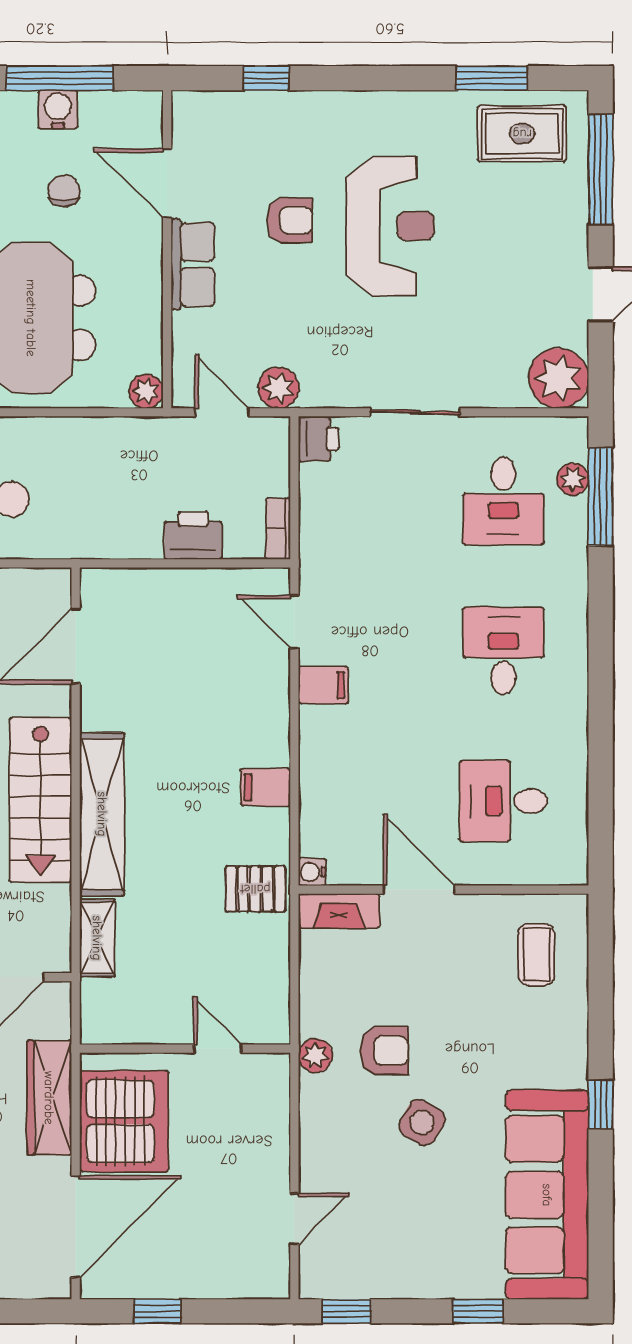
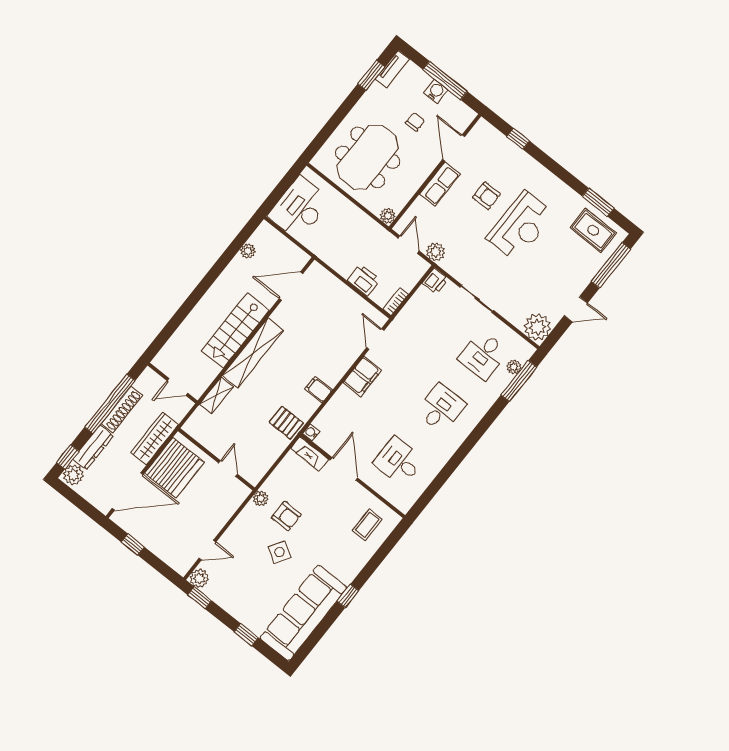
filing cabinet: (323, 685) -> (362, 376), width x2.00
plant: (319, 1278) -> (199, 578), added

